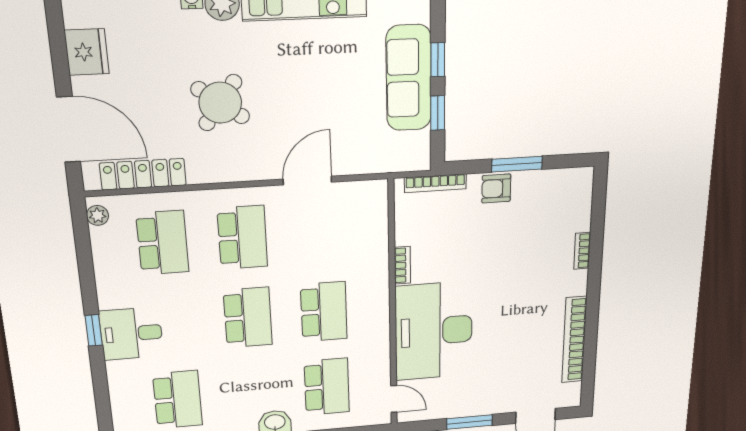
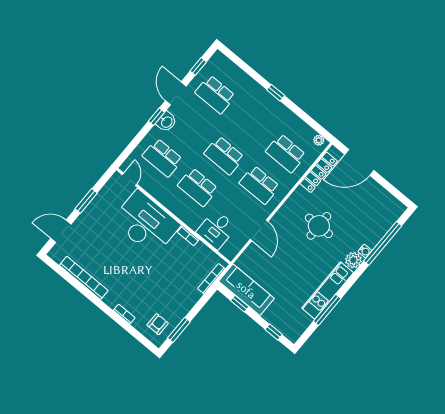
fridge: (87, 52) -> (380, 196), removed
window: (438, 60) -> (274, 332), moved
sofa: (409, 78) -> (246, 290), moved
round table: (220, 103) -> (319, 226), turned -36
window: (517, 164) -> (179, 330), moved
armchair: (496, 188) -> (158, 324), moved
desk: (131, 334) -> (216, 230), moved, turned 180
door: (394, 399) -> (129, 179), swing flipped

